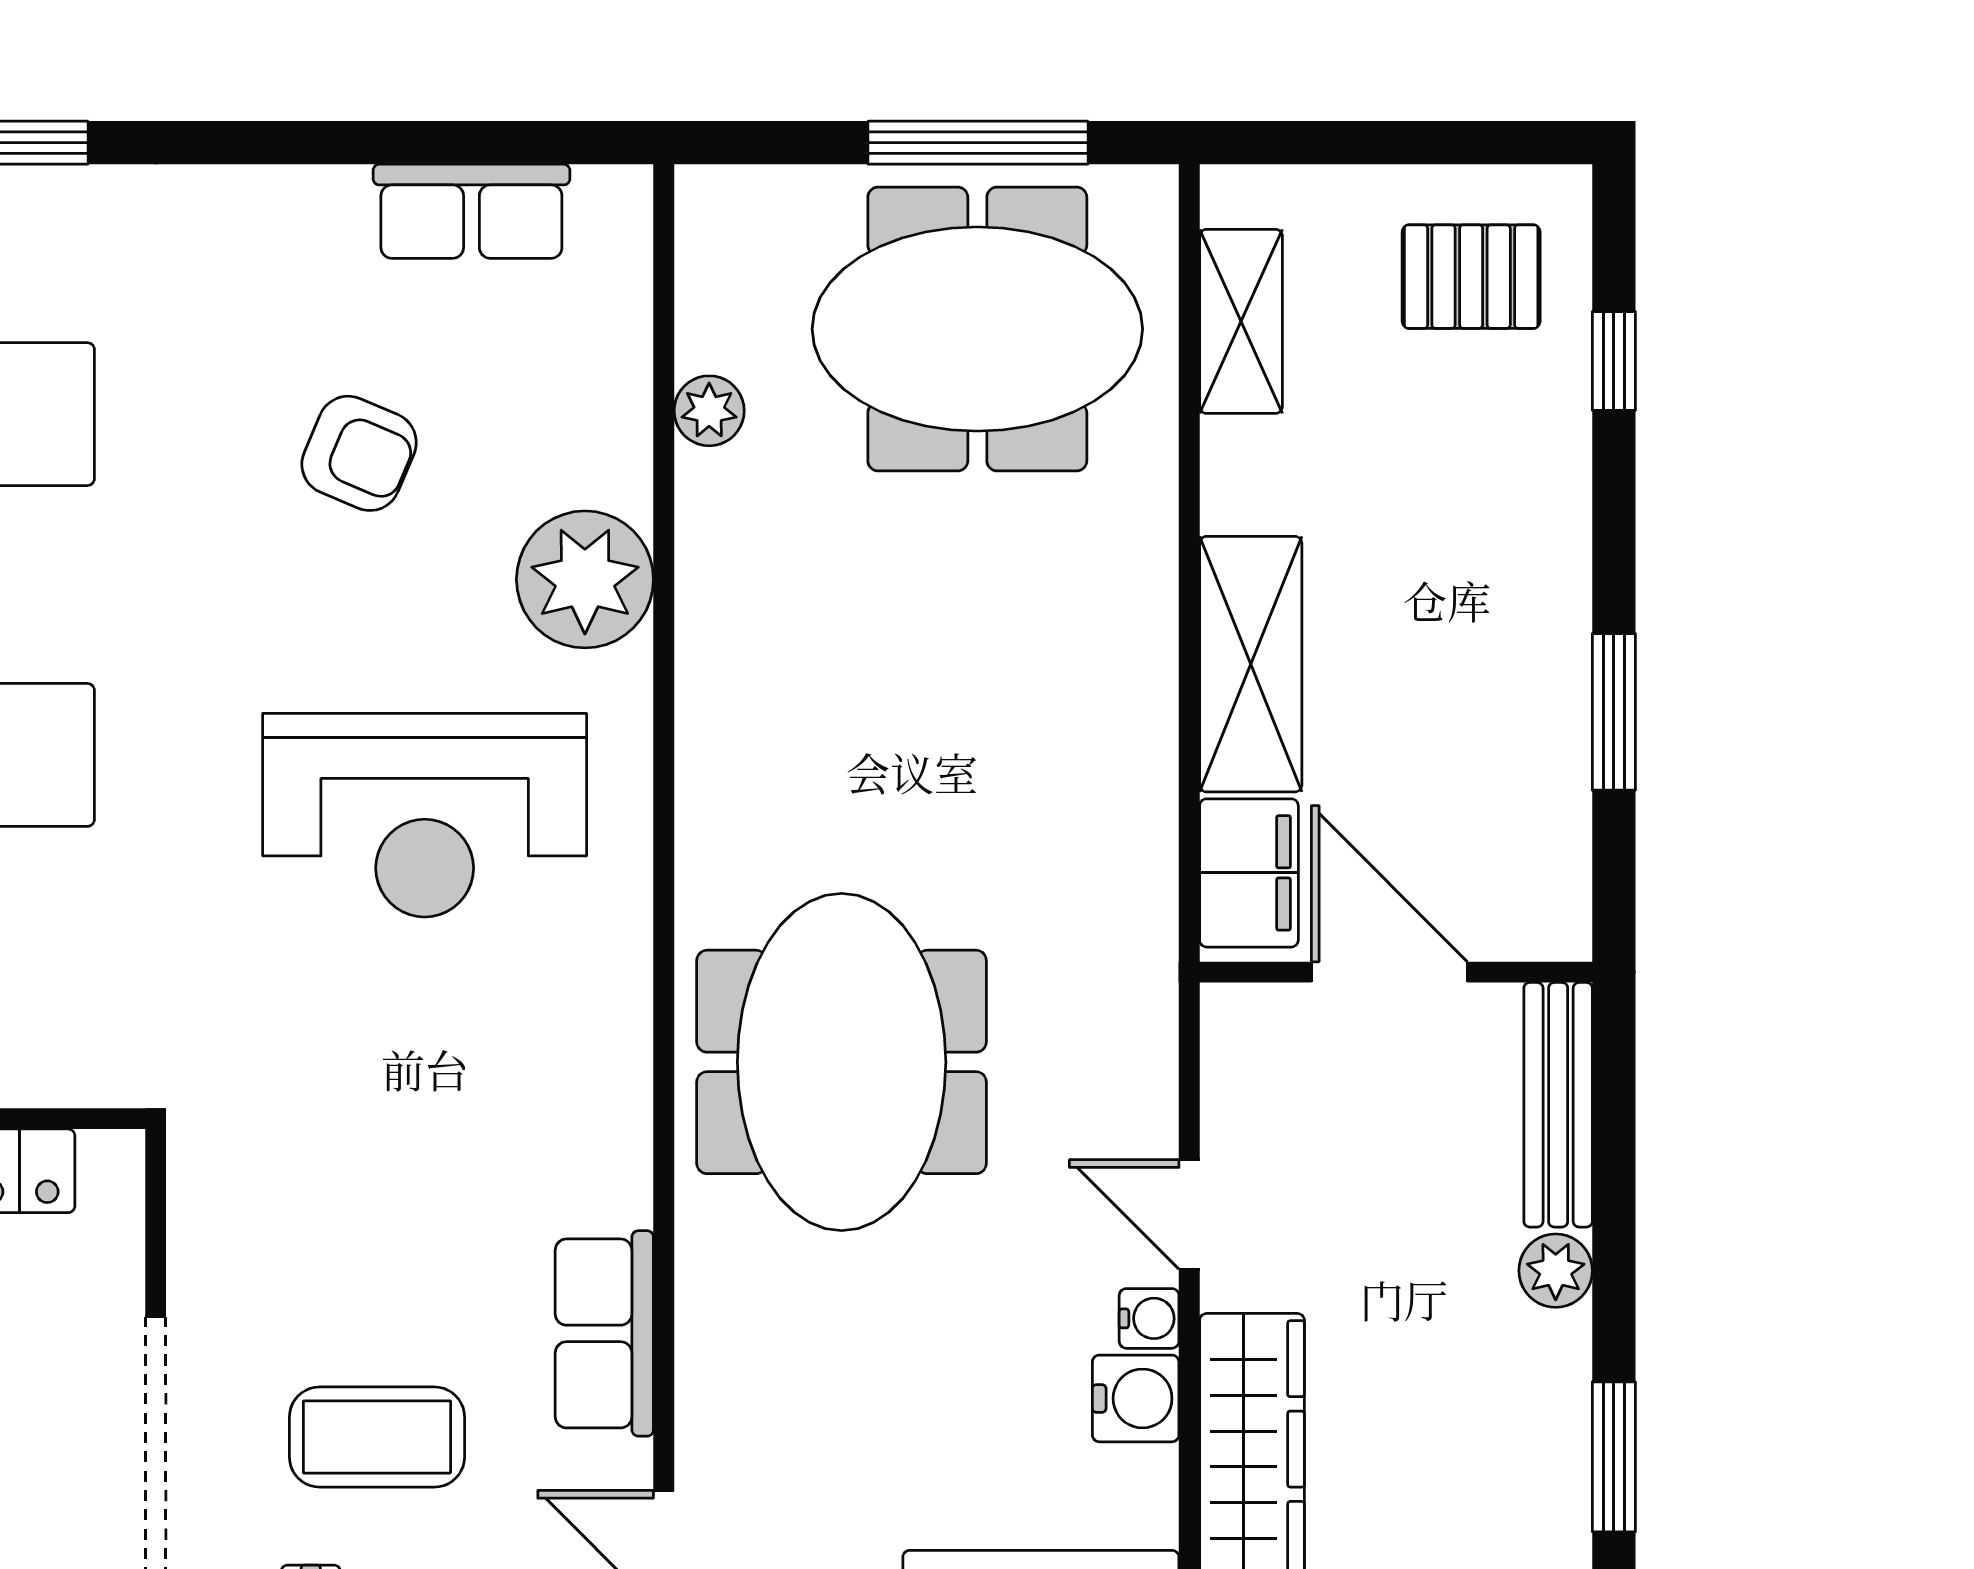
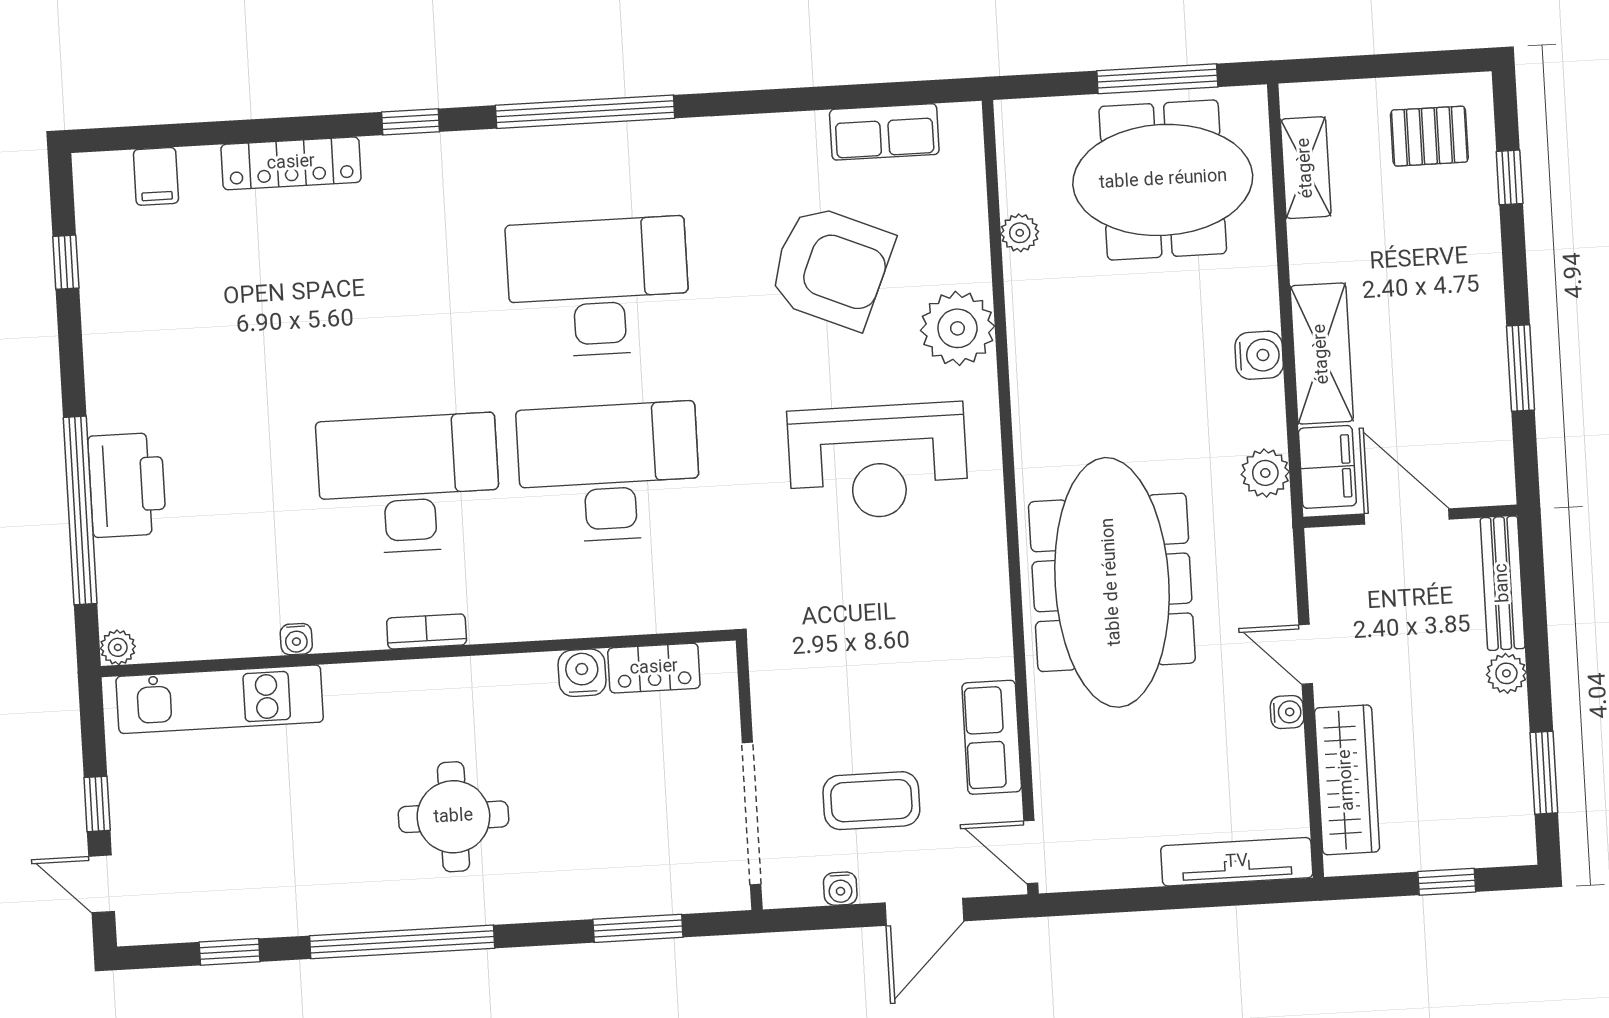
armchair: (359, 453) -> (831, 267), width x1.88, depth x1.88
plant: (1134, 877) -> (1265, 473), added
meeting table: (842, 1062) -> (1112, 582), width x1.36
water cooler: (1136, 1398) -> (1259, 355), moved

